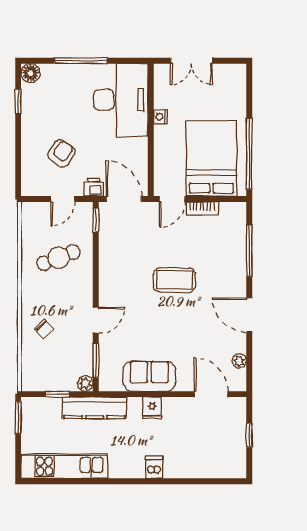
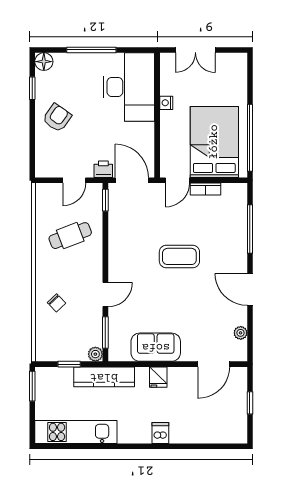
armchair: (62, 153) -> (57, 118), moved
door: (211, 394) -> (214, 364), swing flipped

